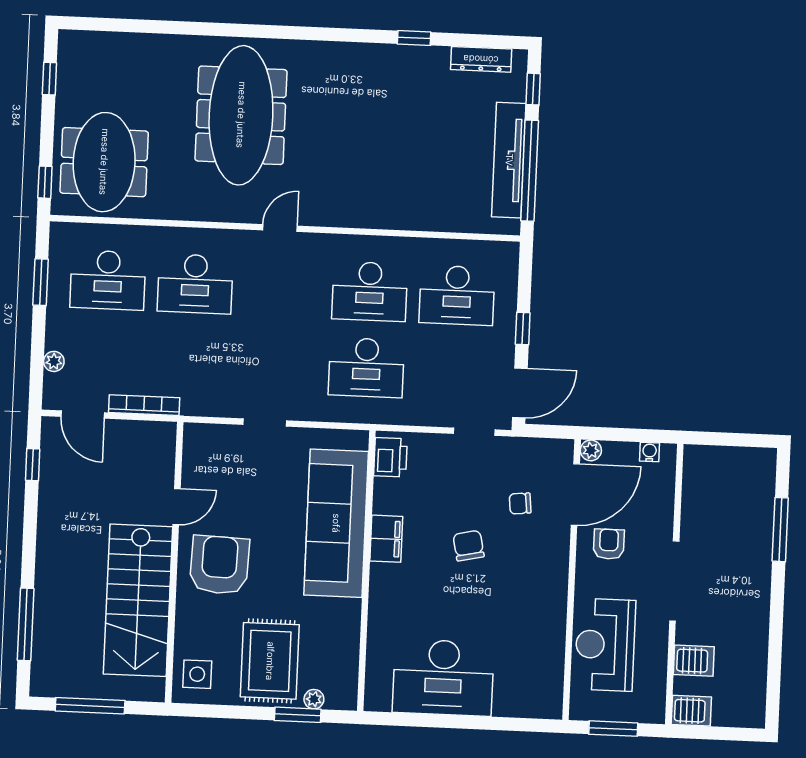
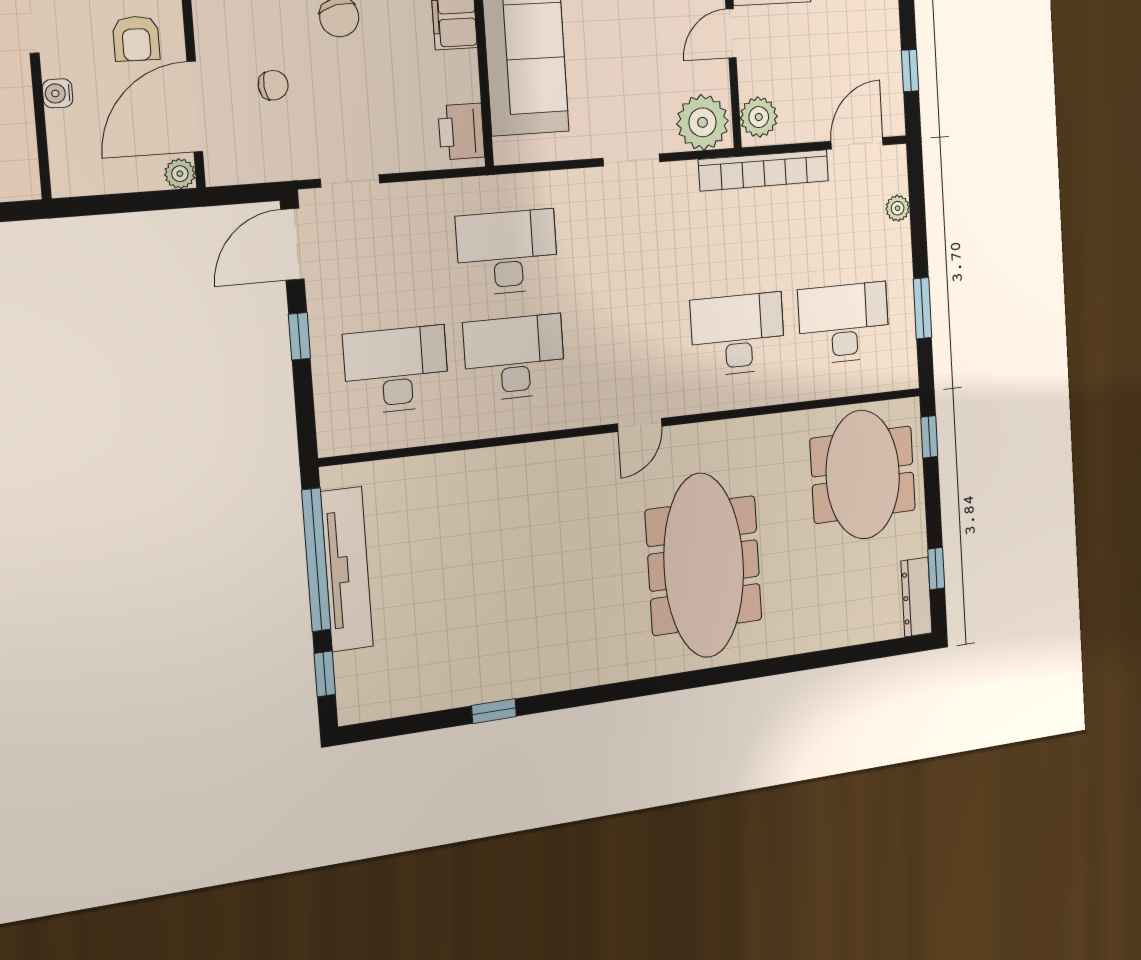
dresser: (481, 59) -> (916, 597), moved, turned -90
bookcase: (144, 405) -> (764, 170), width x1.48, depth x1.31
door: (83, 415) -> (857, 143), hinge flipped
plant: (161, 443) -> (759, 117), added
plant: (206, 444) -> (703, 122), added
water cooler: (650, 452) -> (58, 93), moved, turned 90

